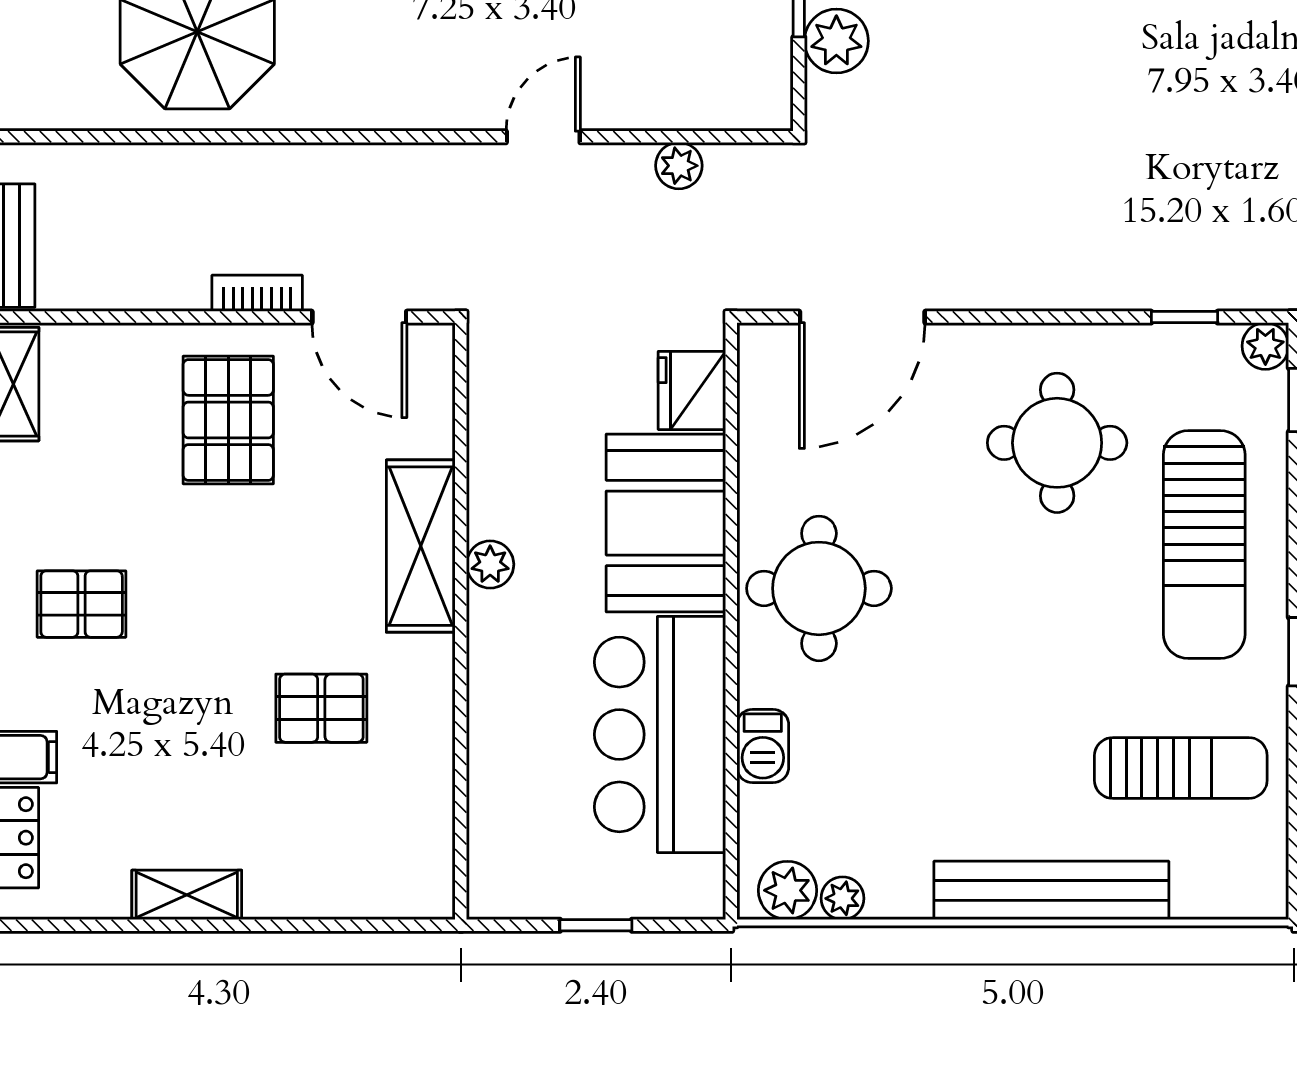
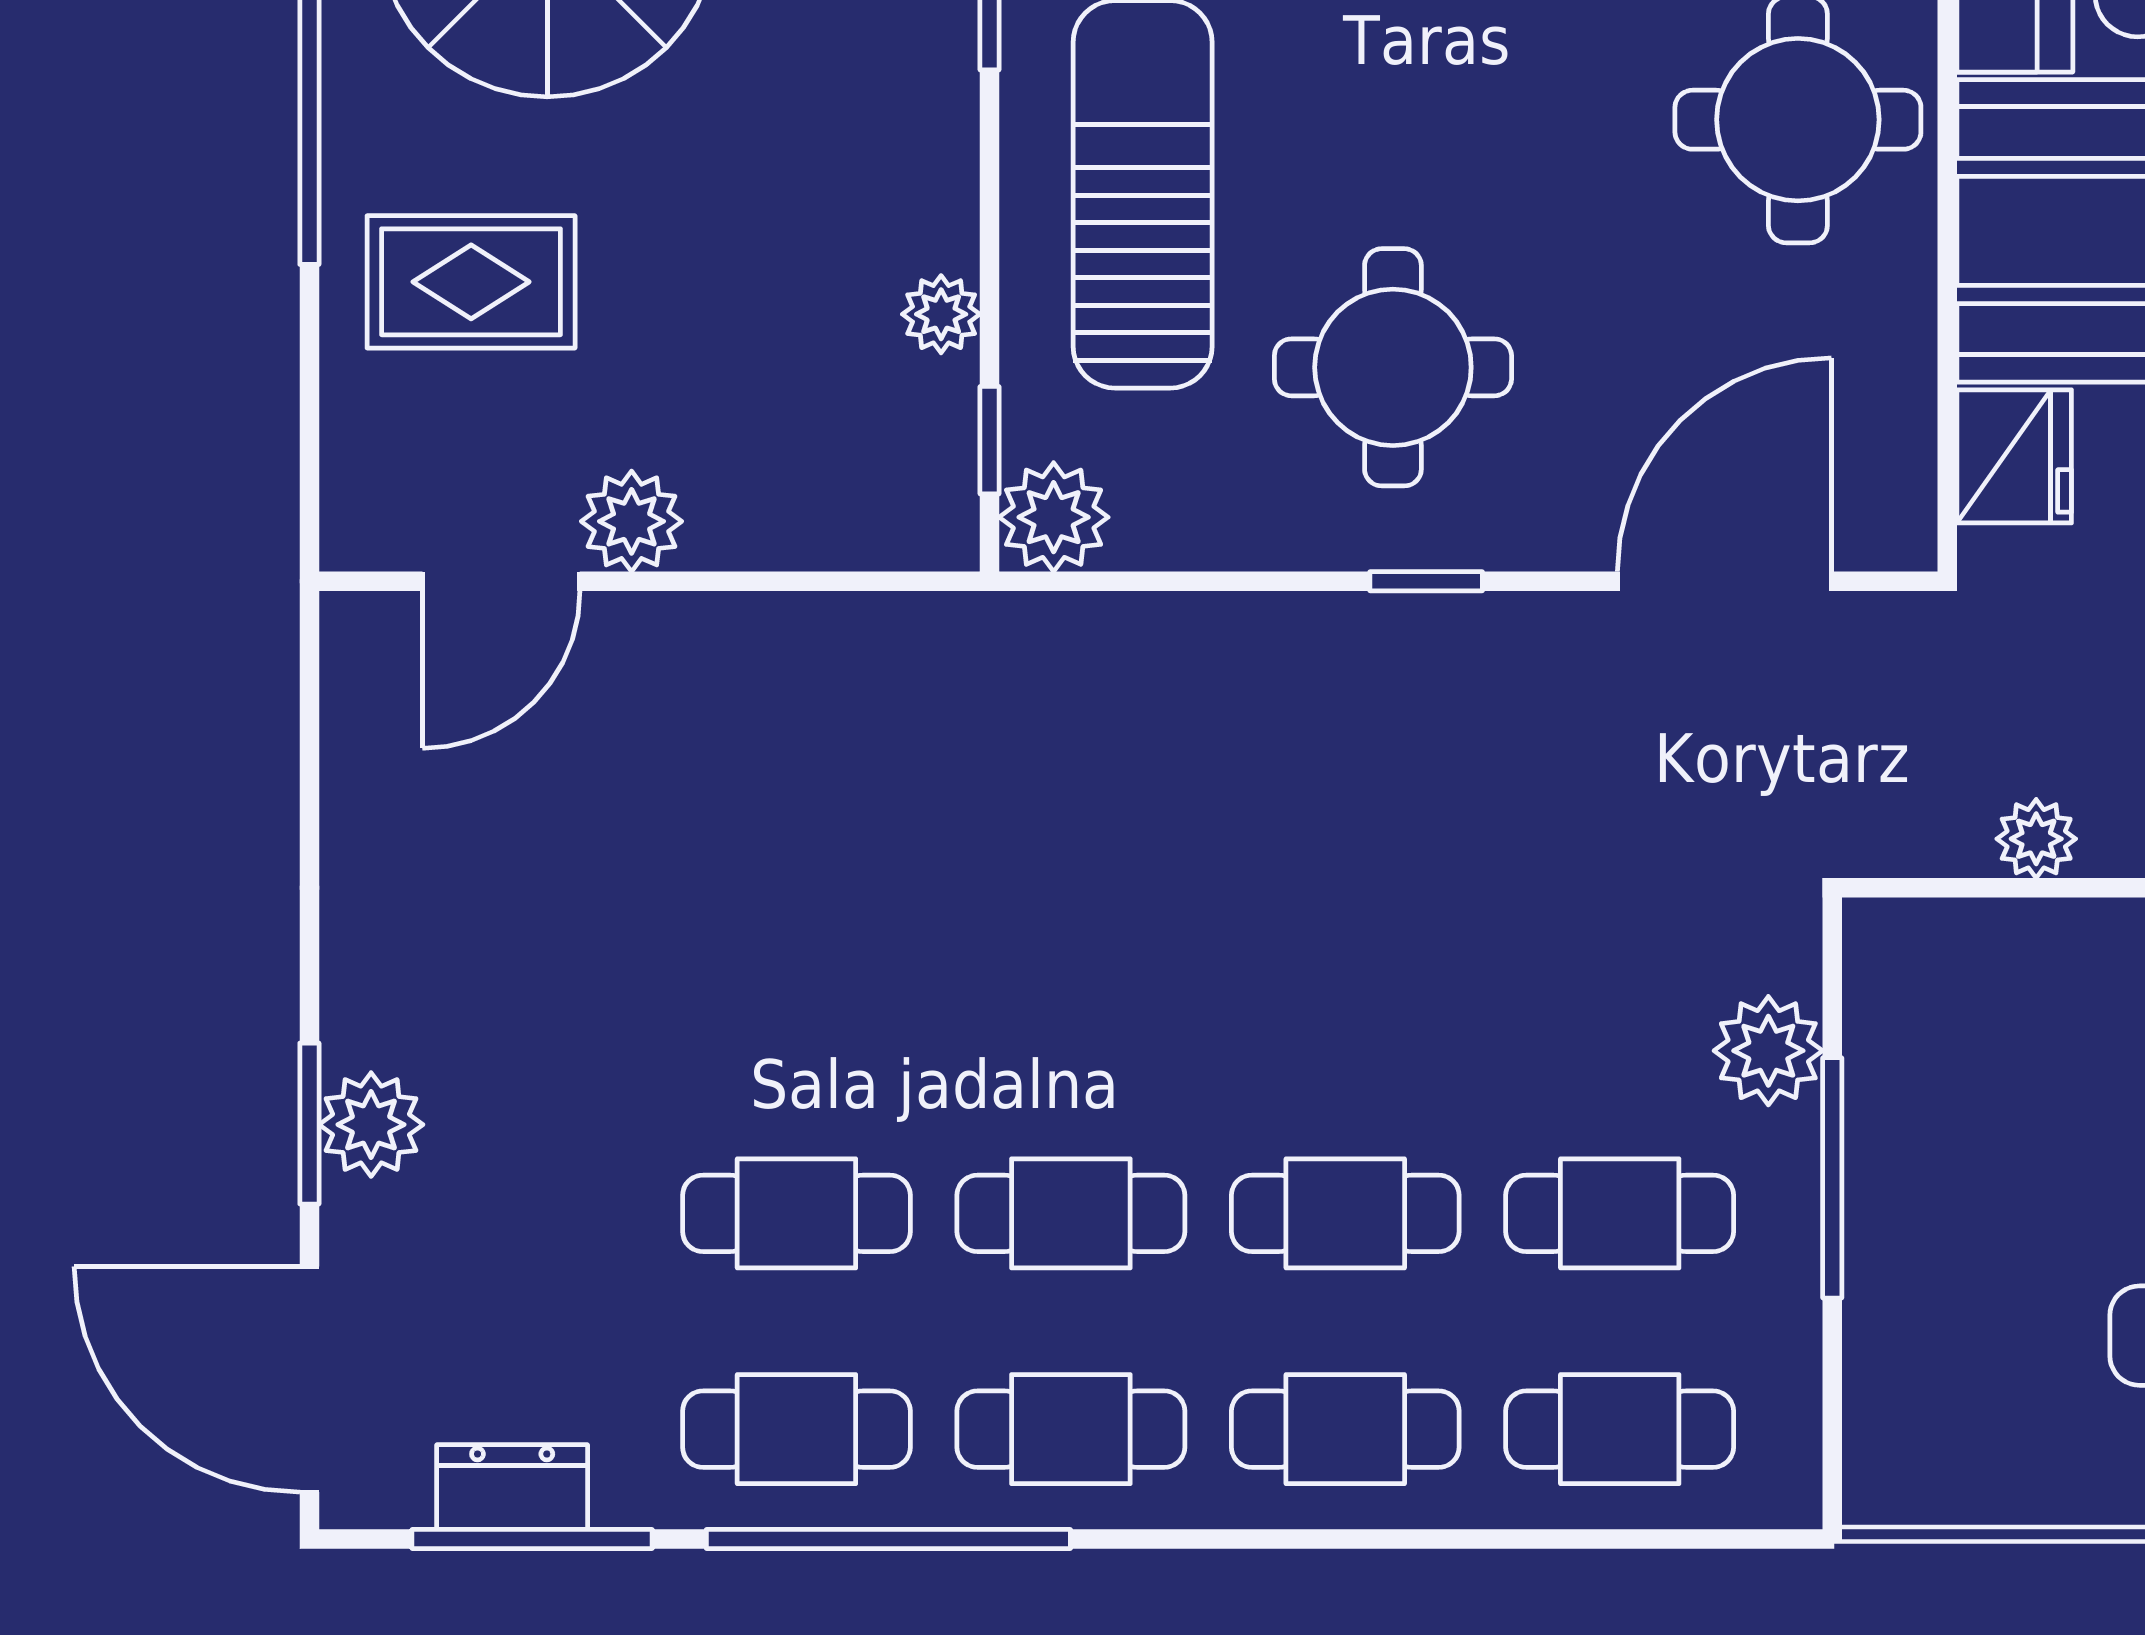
window: (1184, 317) -> (1426, 581), moved
plant: (1265, 346) -> (1054, 517), width x1.38, depth x1.38

